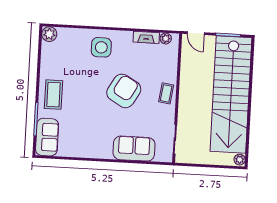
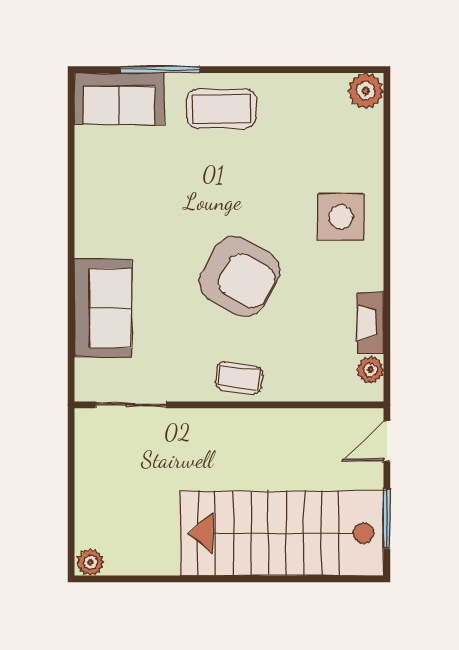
stairs: (231, 94) -> (282, 533), width x0.73

